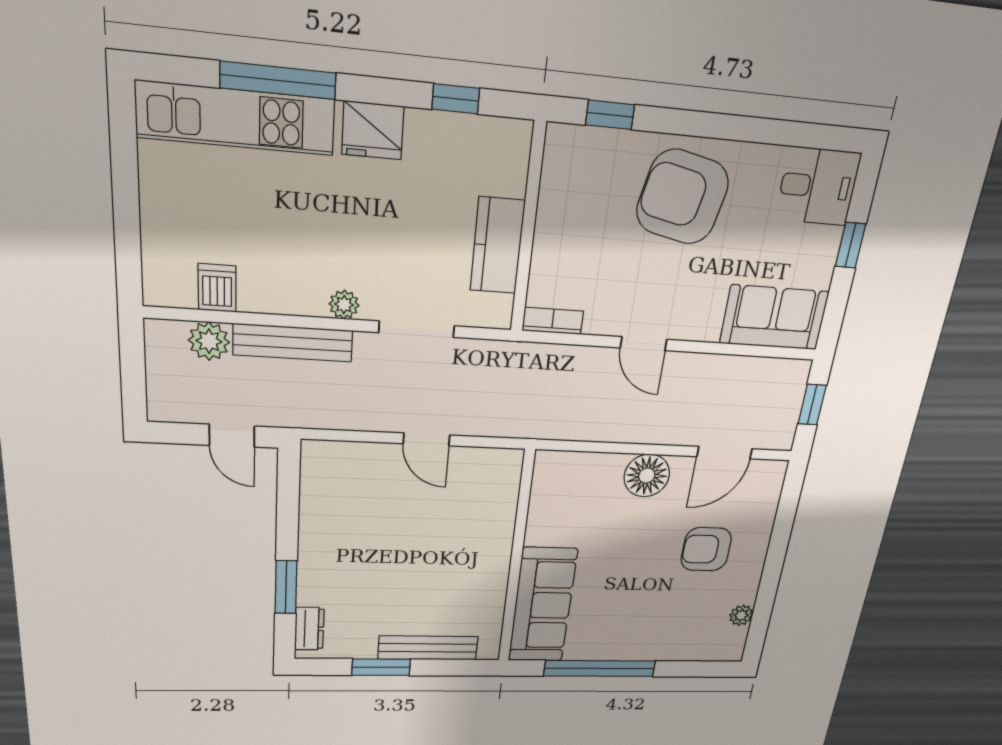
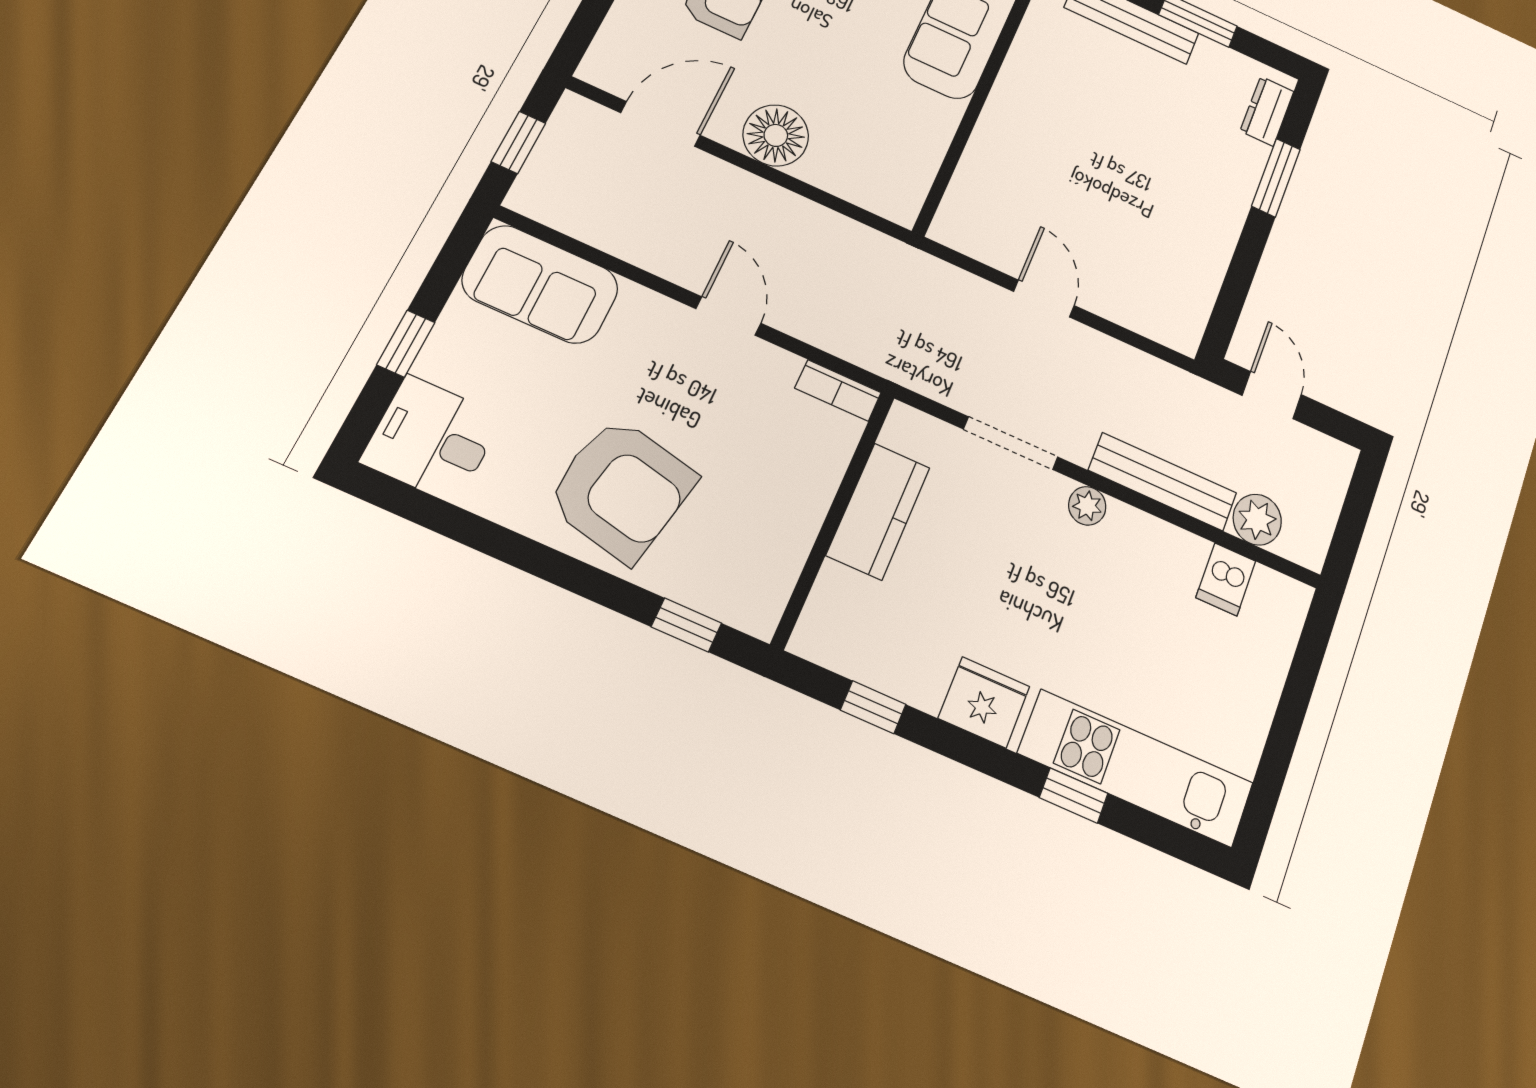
window: (278, 80) -> (1074, 796), width x0.46

